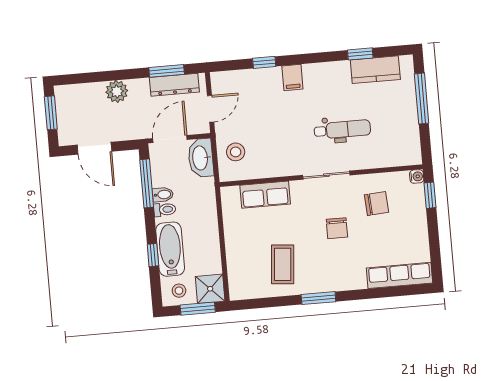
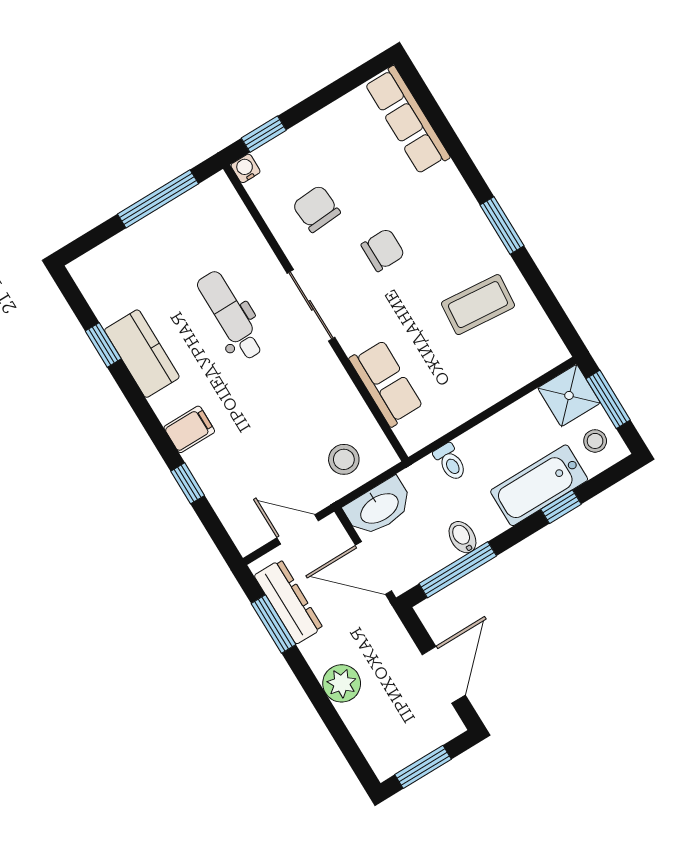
kitchen counter: (375, 70) -> (142, 354), moved
window: (422, 98) -> (158, 199), moved
toilet: (165, 210) -> (450, 462), moved, turned 180

